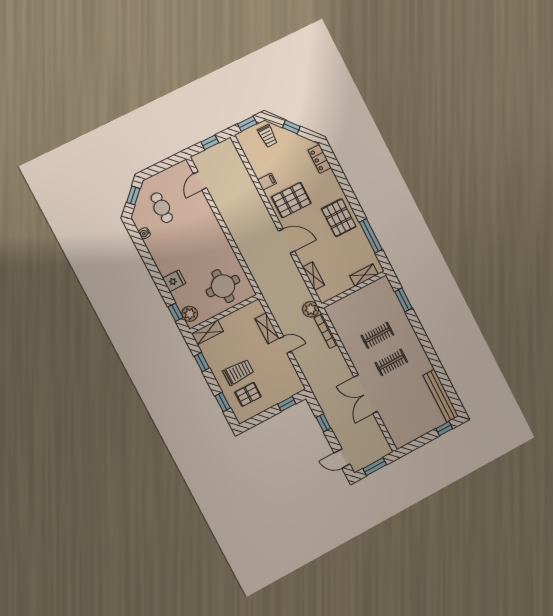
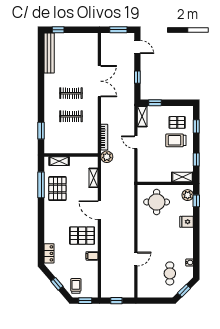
door: (200, 181) -> (136, 259), moved
pallet: (339, 218) -> (57, 189), moved
shelving: (267, 328) -> (142, 116), moved

